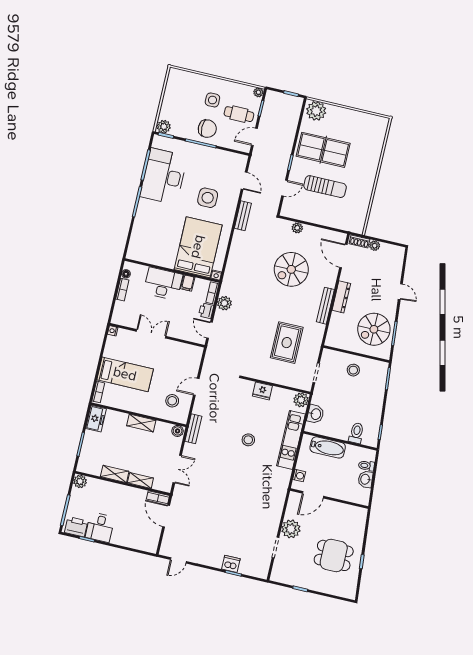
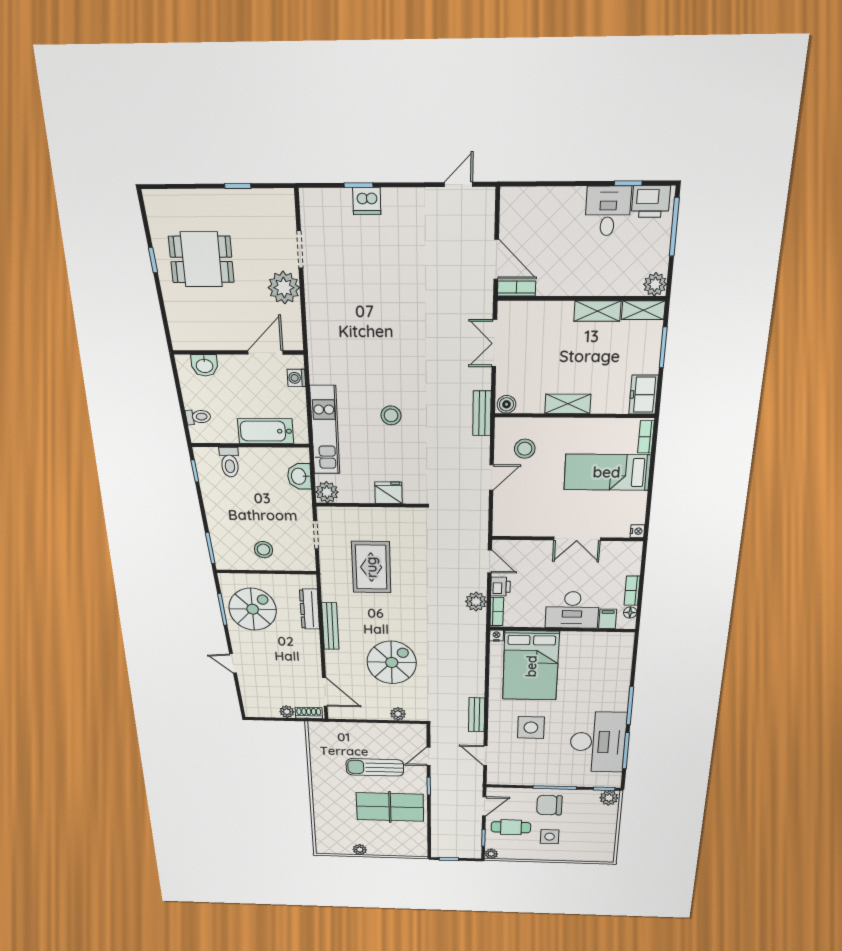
plant: (316, 111) -> (360, 850), moved, width x0.53, depth x0.53
filing cabinet: (188, 283) -> (608, 619), moved
dresser: (341, 297) -> (310, 609), moved
washbasin: (365, 479) -> (204, 365), moved, turned 95
shelving: (140, 480) -> (643, 310), moved

